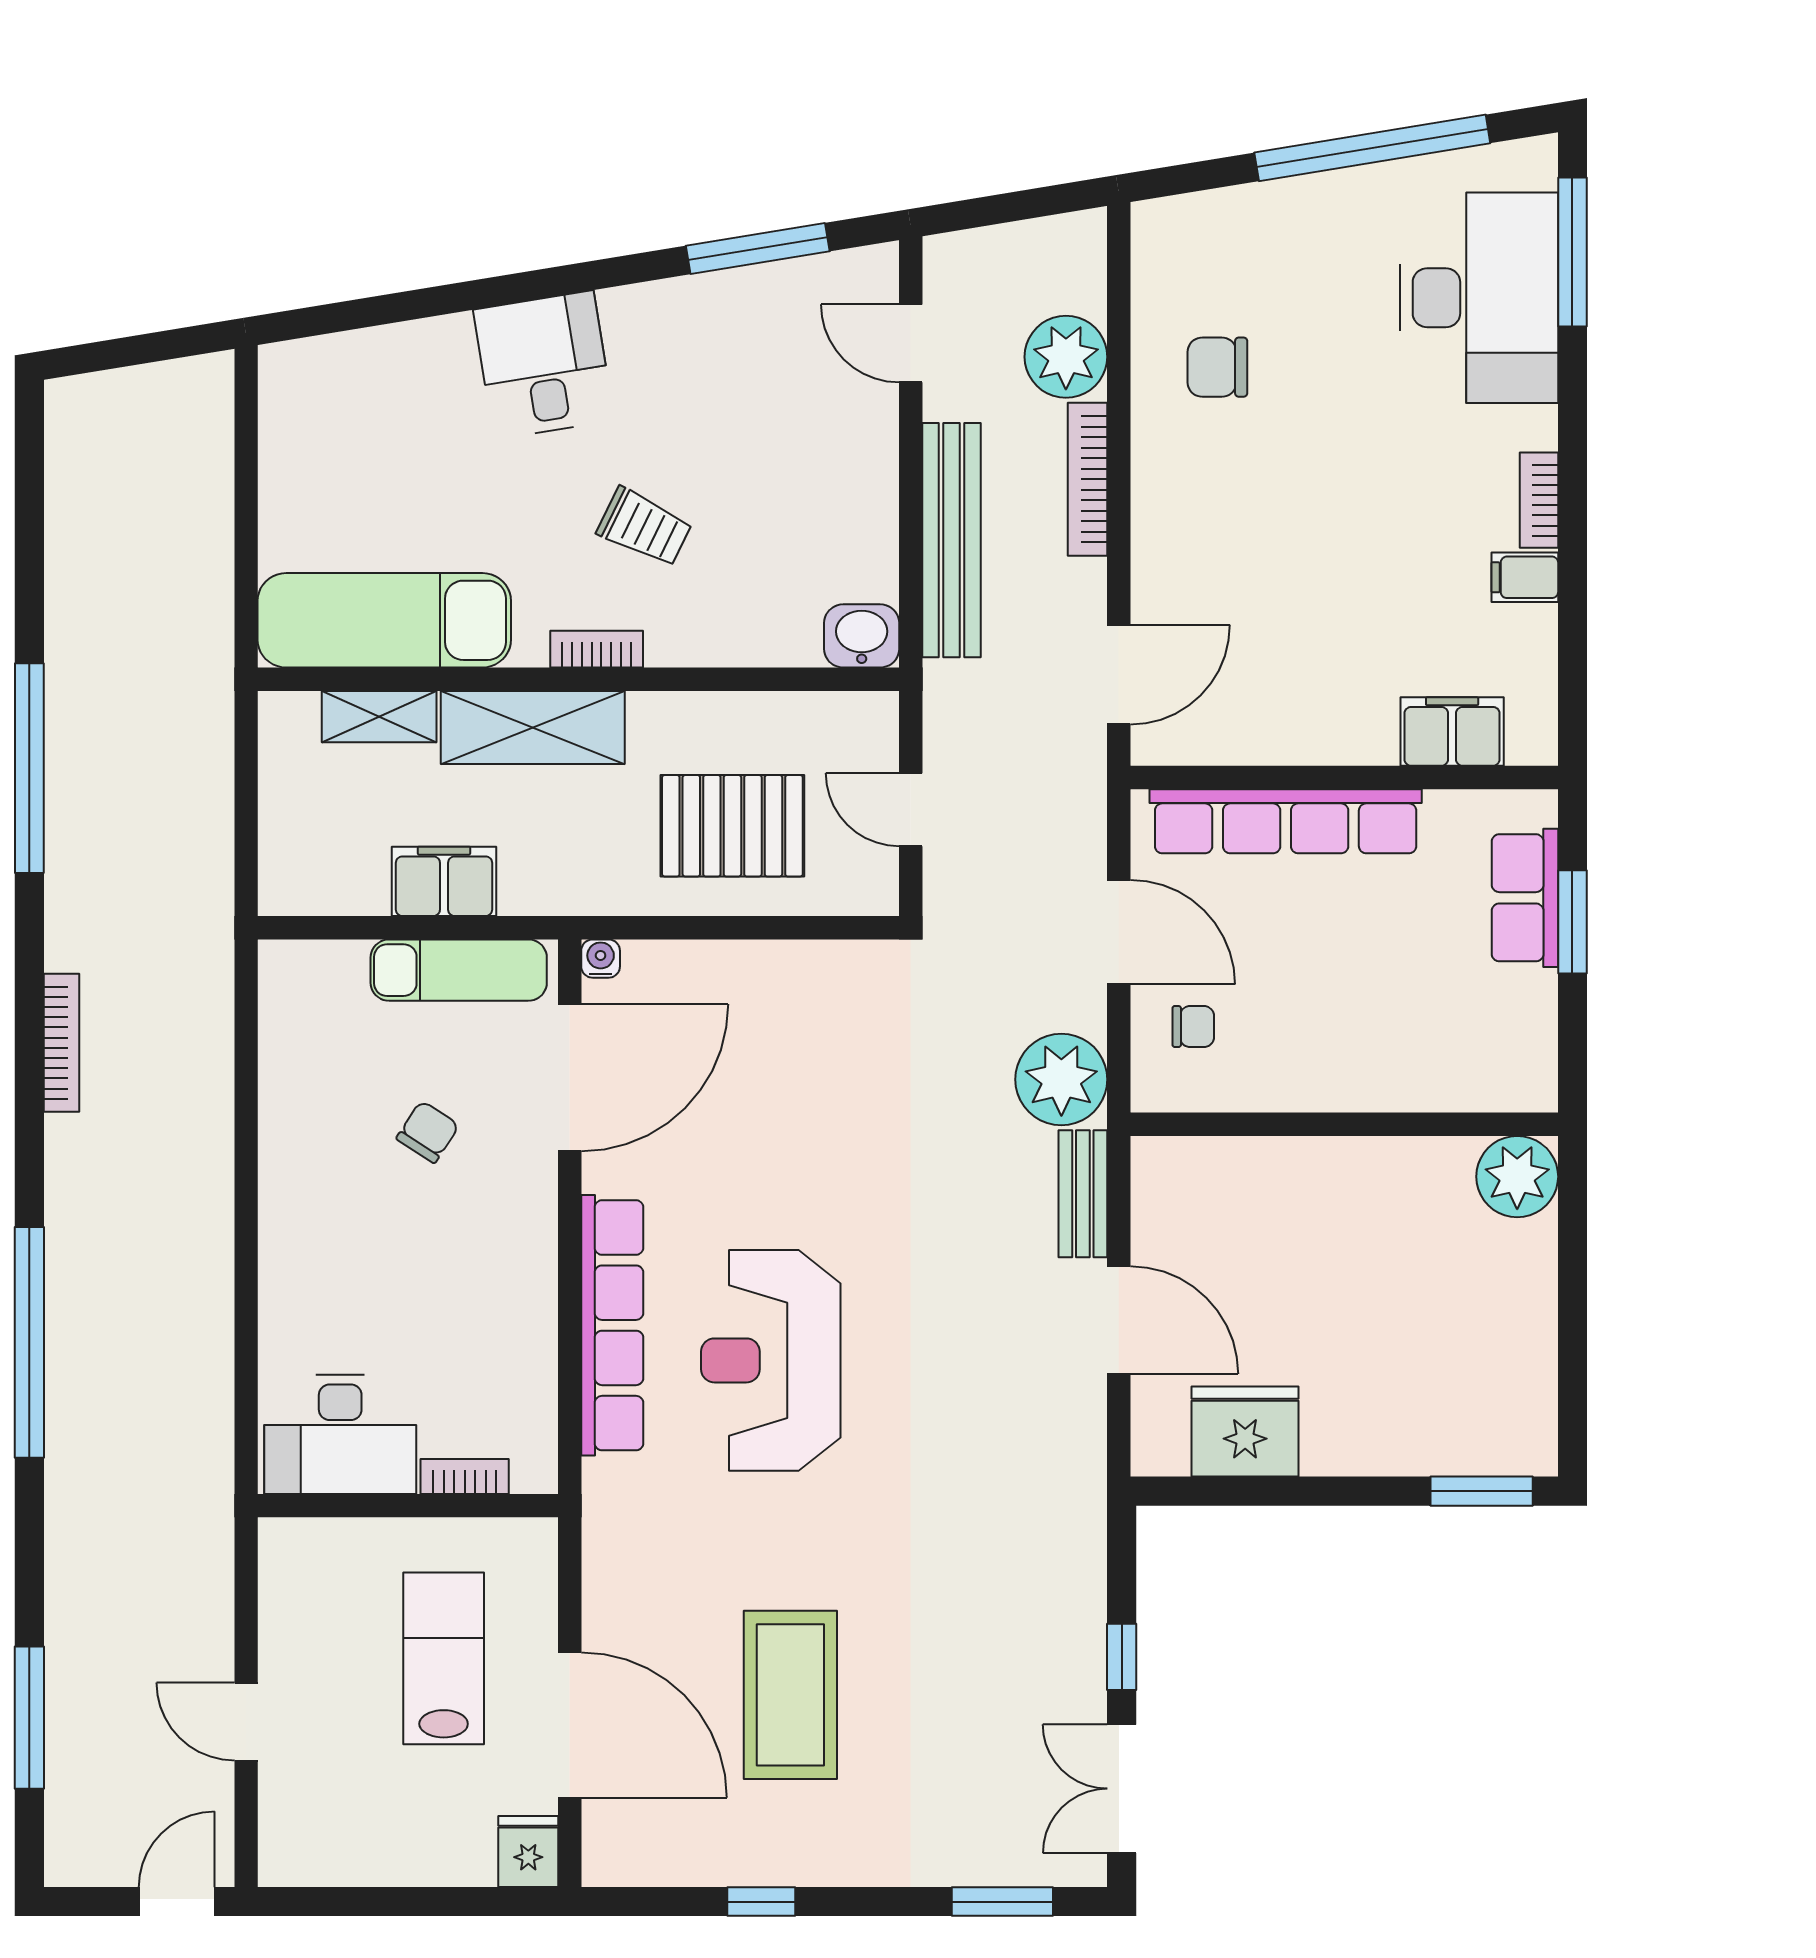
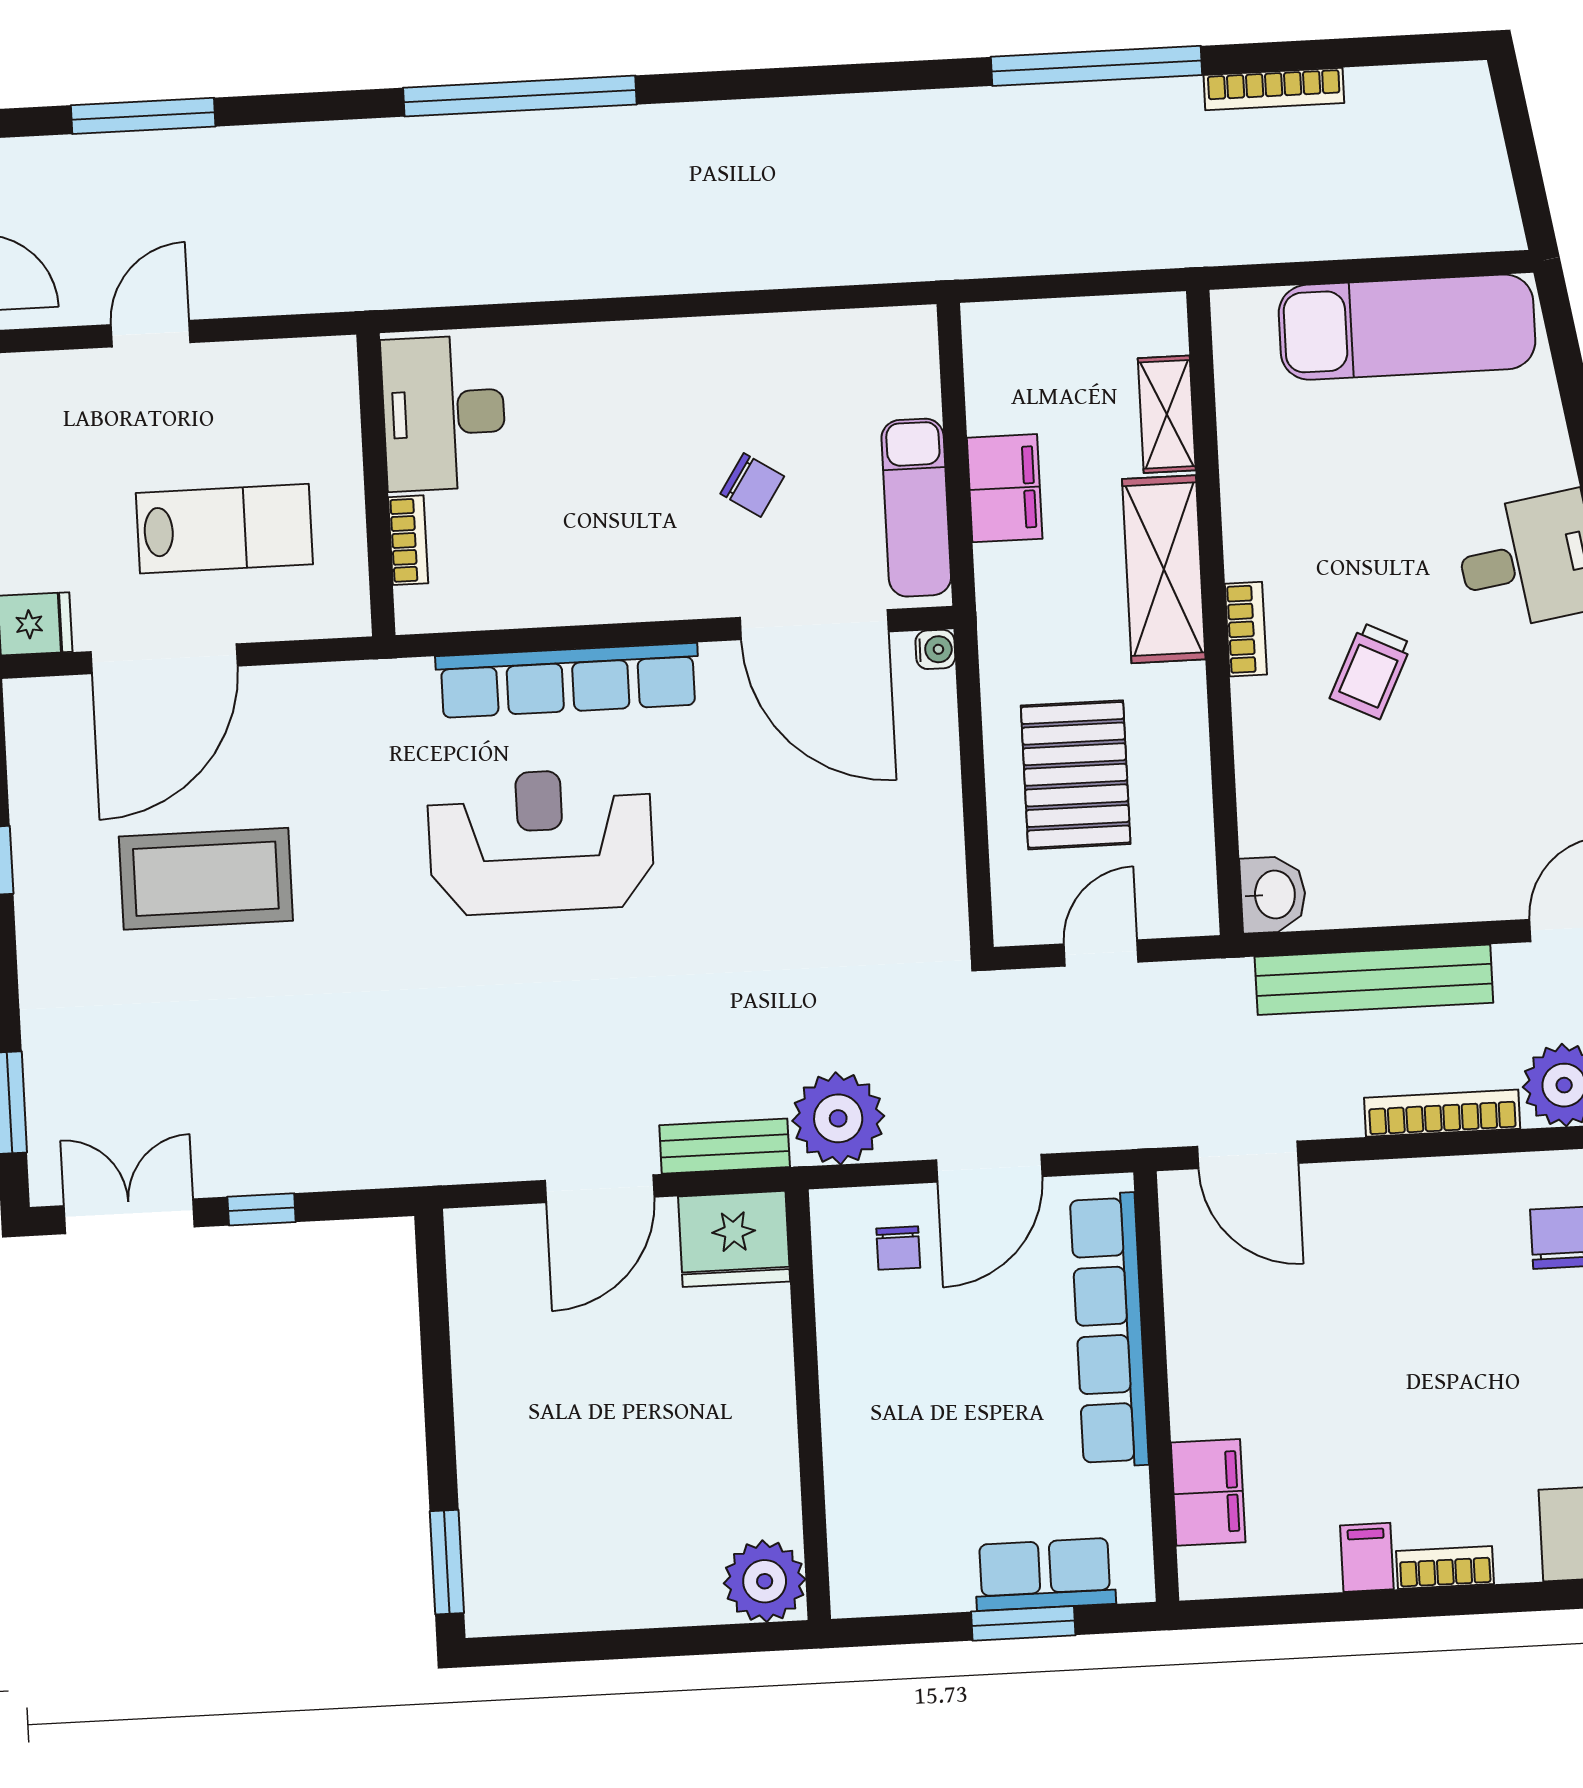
exam couch: (384, 620) -> (1407, 327), moved, turned 90
bookcase: (61, 1043) -> (1274, 89), moved
fridge: (1245, 1432) -> (734, 1239), moved, turned 90

